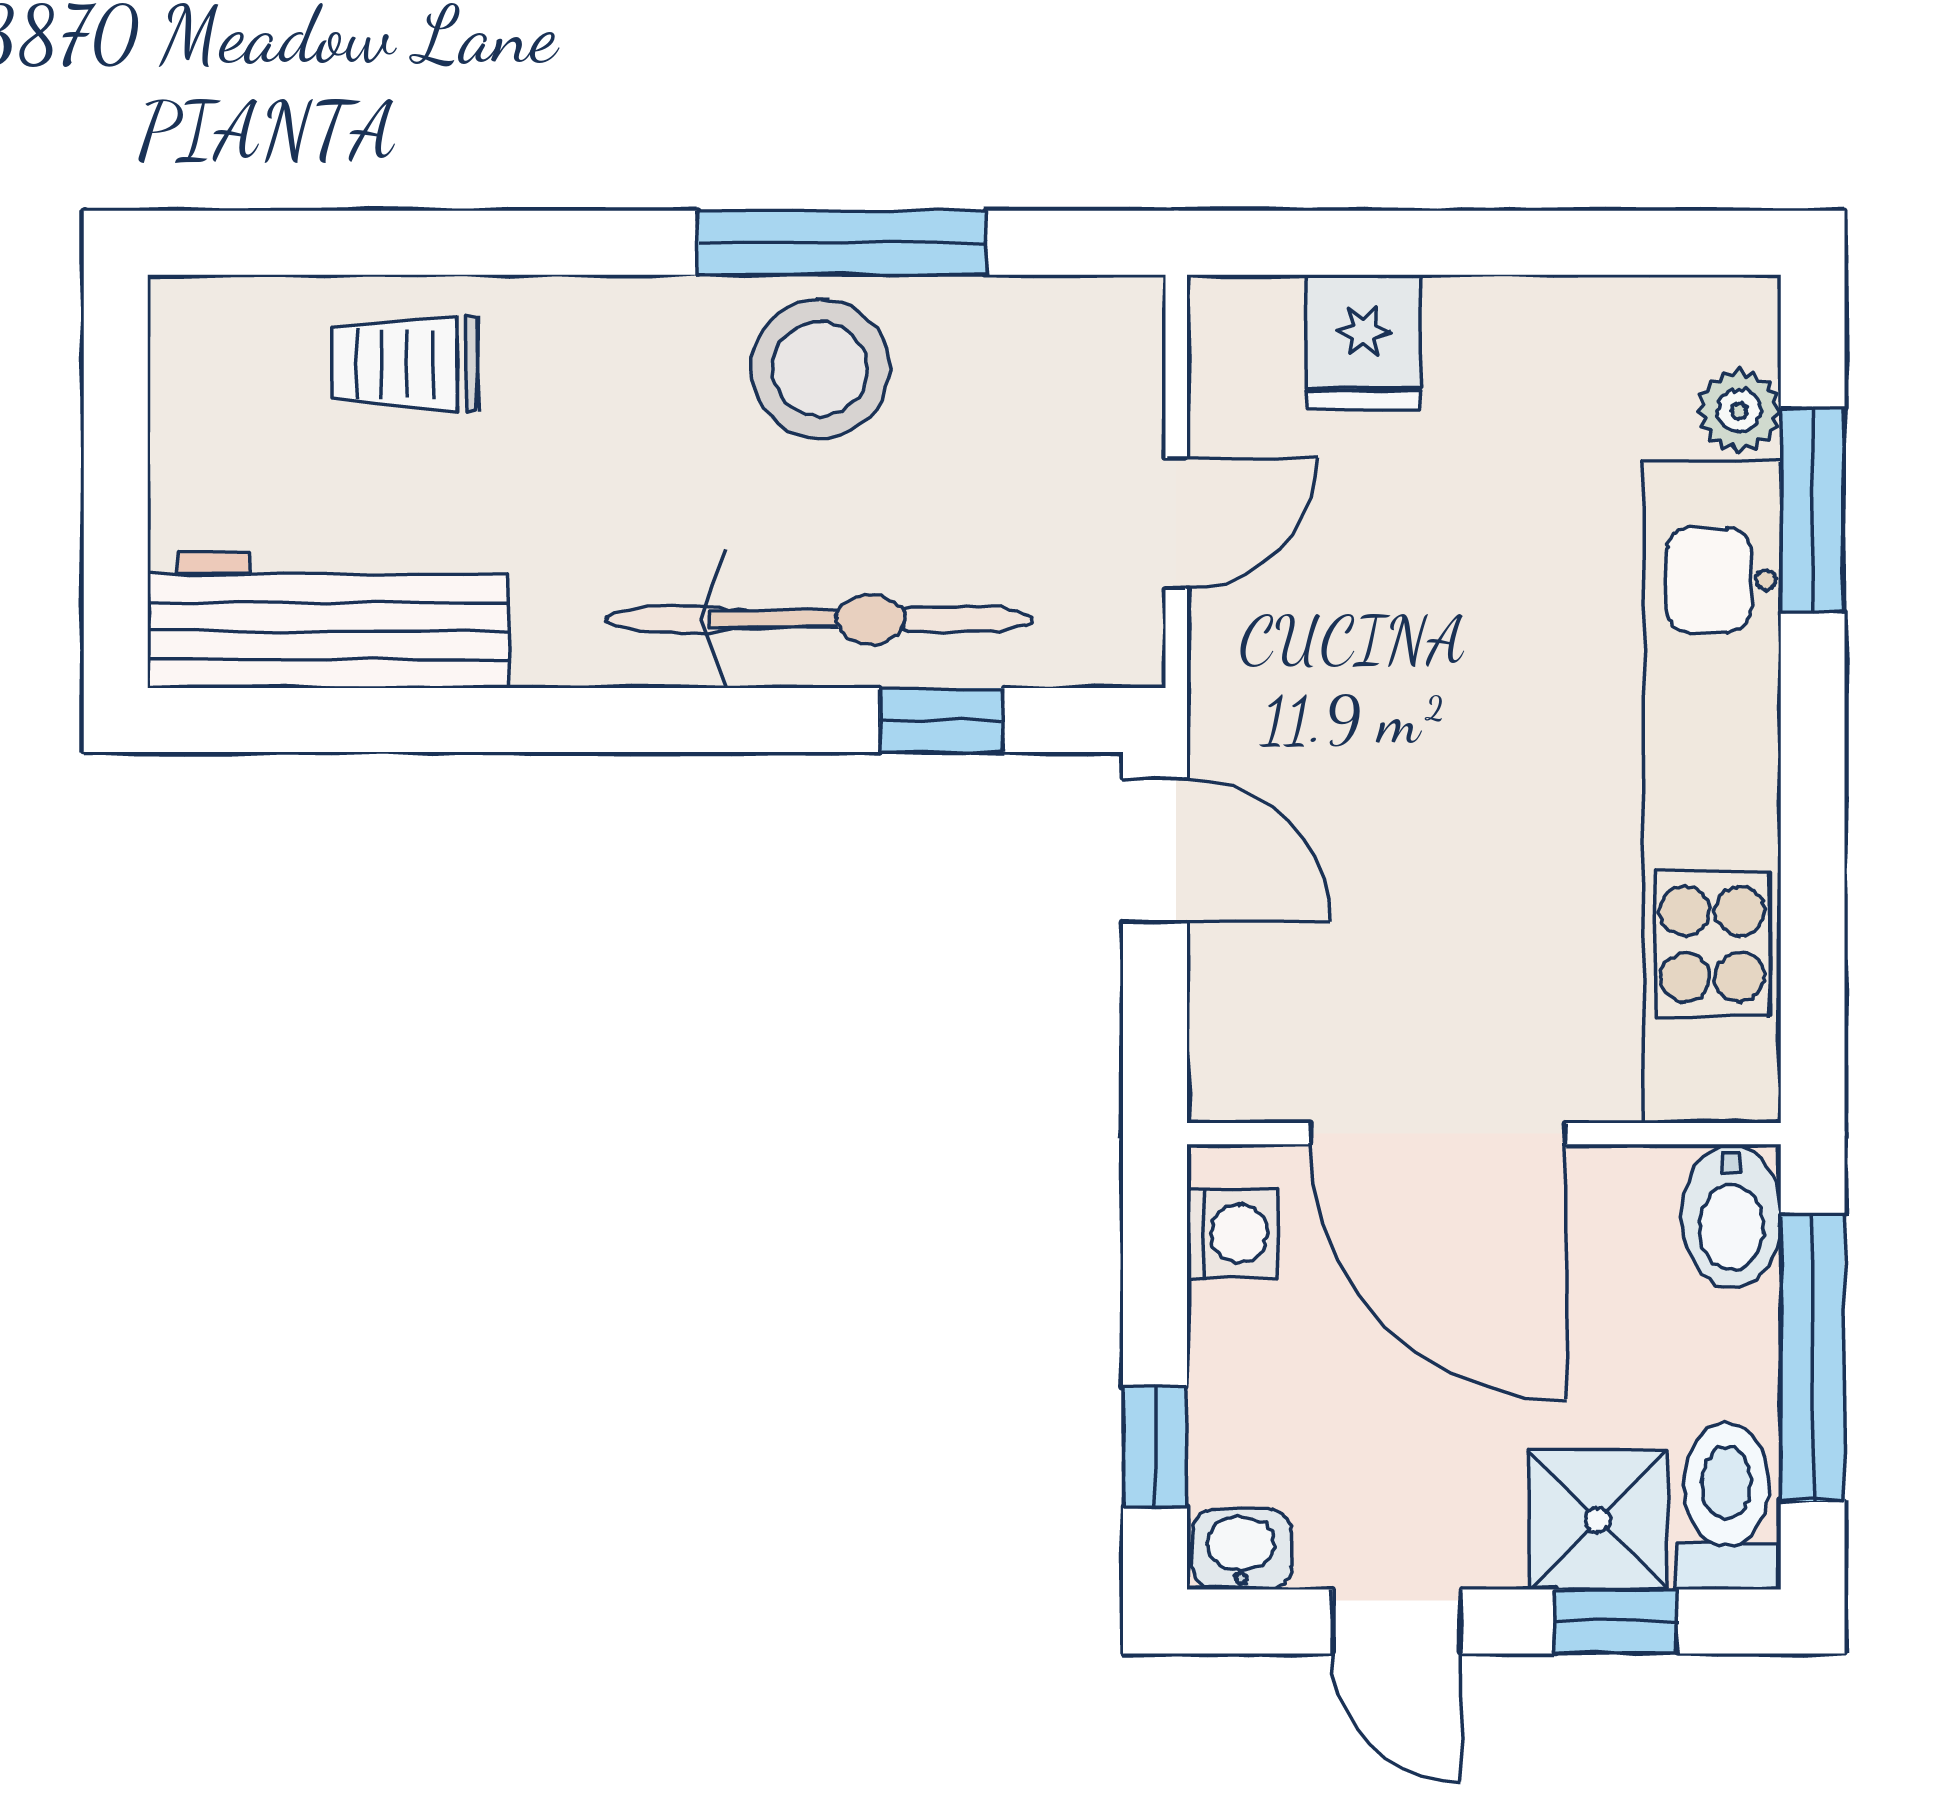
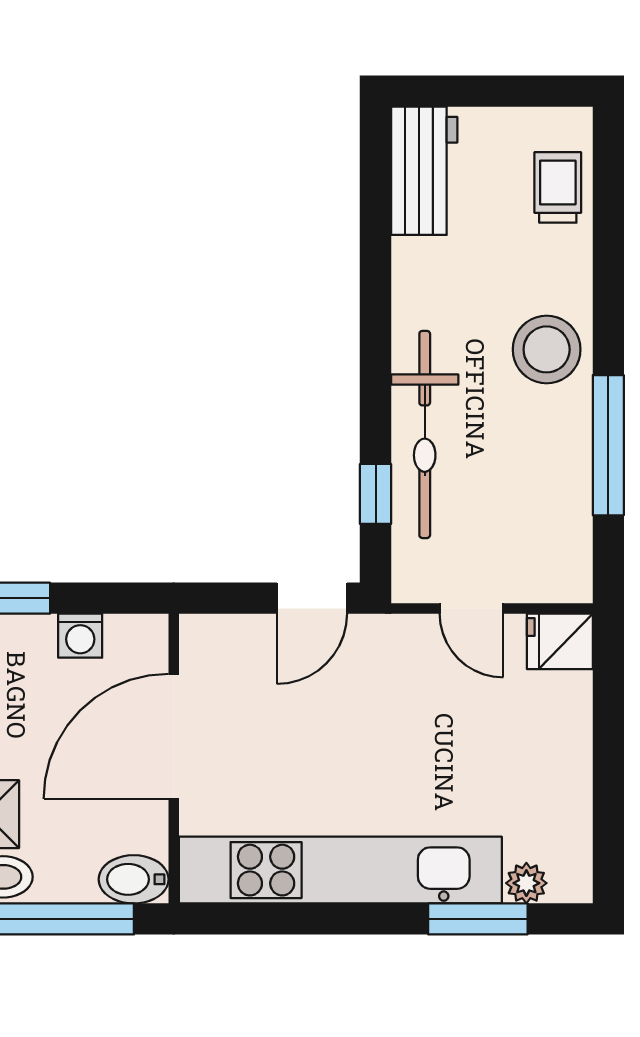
fridge: (1363, 342) -> (560, 641), moved
trolley: (405, 364) -> (558, 187), moved
stool: (820, 369) -> (547, 349), moved
workbench: (328, 620) -> (424, 171), width x0.73
washing machine: (1232, 1233) -> (80, 636), moved

